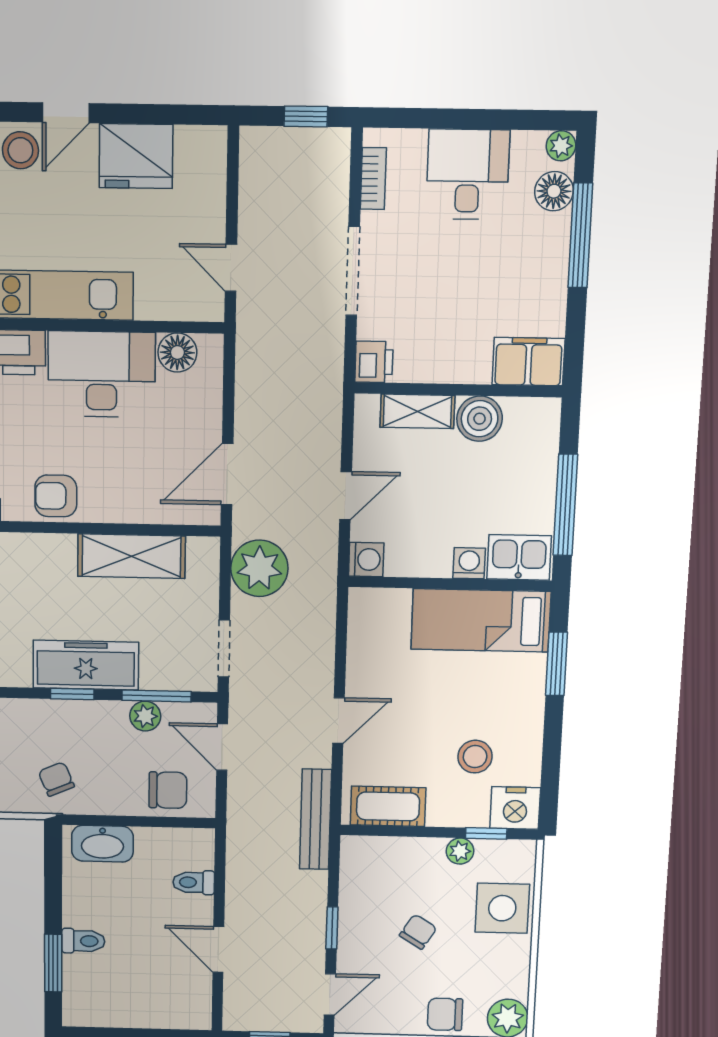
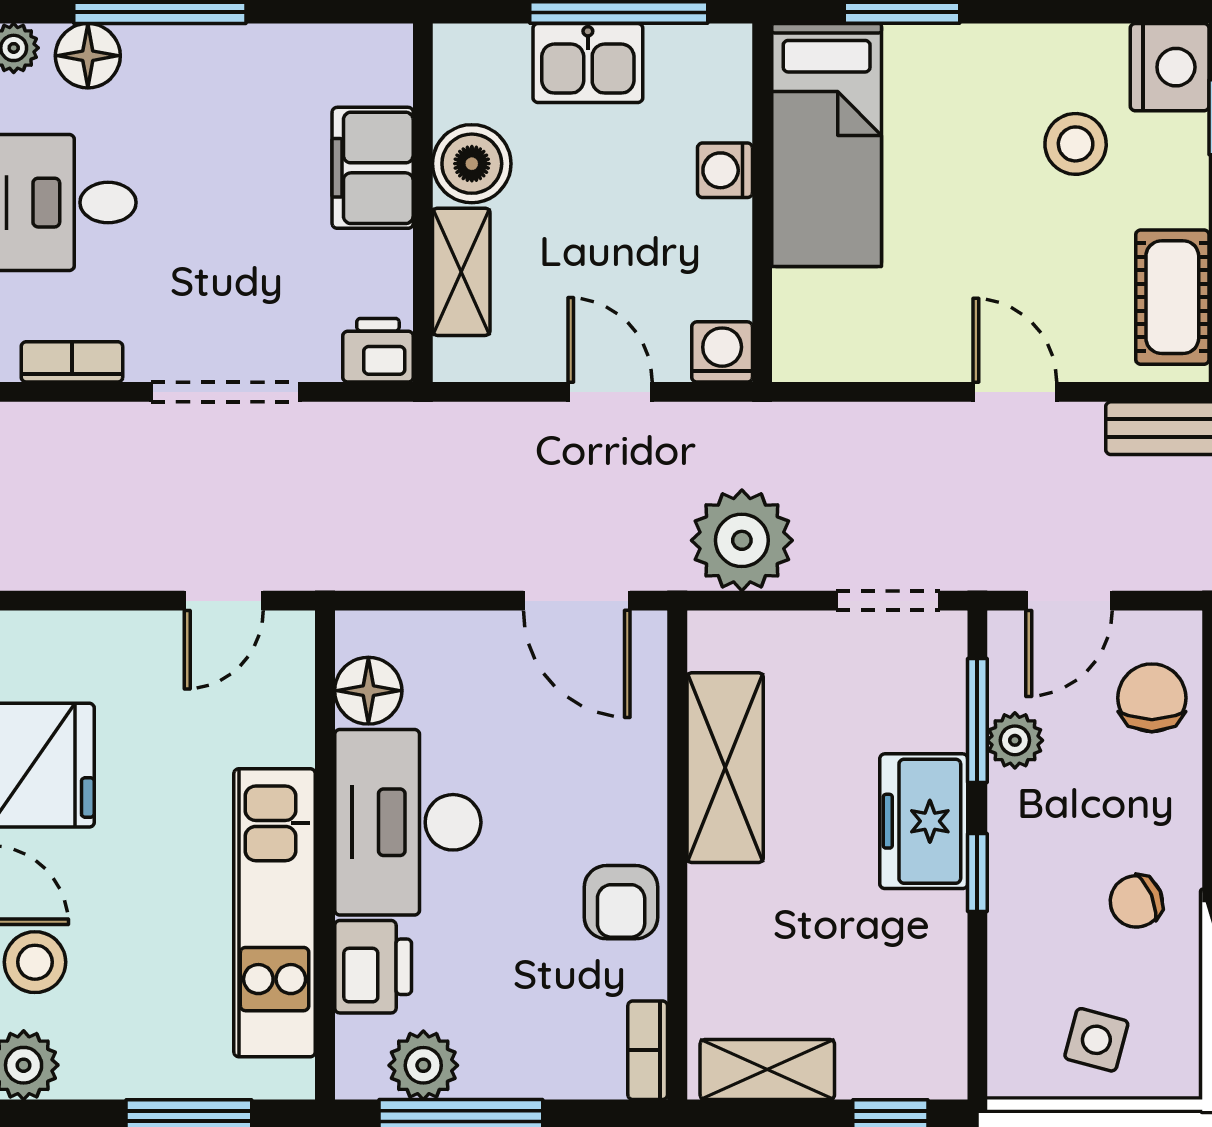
filing cabinet: (529, 362) -> (373, 168), moved
kitchen sink: (519, 557) -> (588, 63), moved, turned -90
freezer: (86, 665) -> (924, 821), width x0.71

